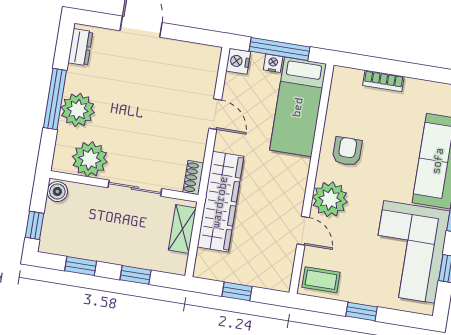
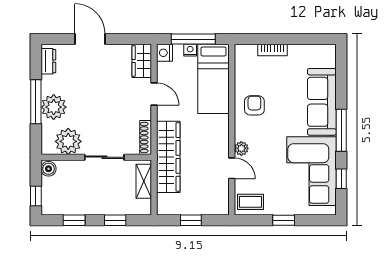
wardrobe: (206, 67) -> (142, 61), added
shoe rack: (193, 178) -> (146, 137), width x1.43
plant: (330, 199) -> (241, 148), width x0.53, depth x0.53

